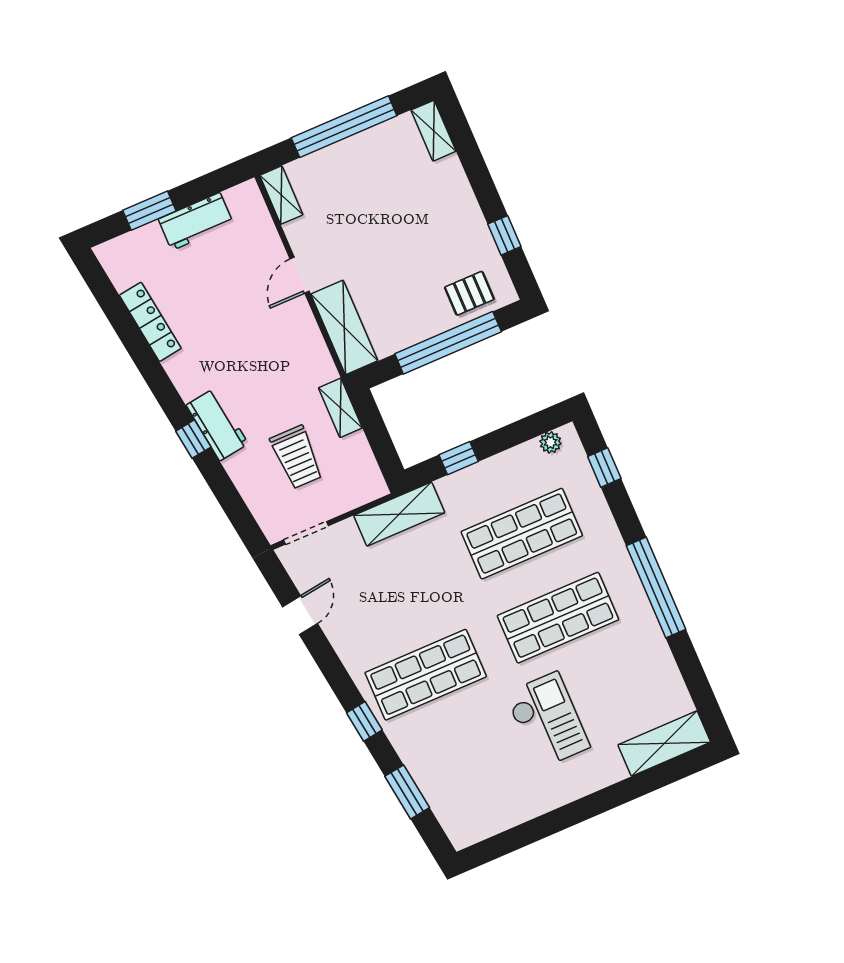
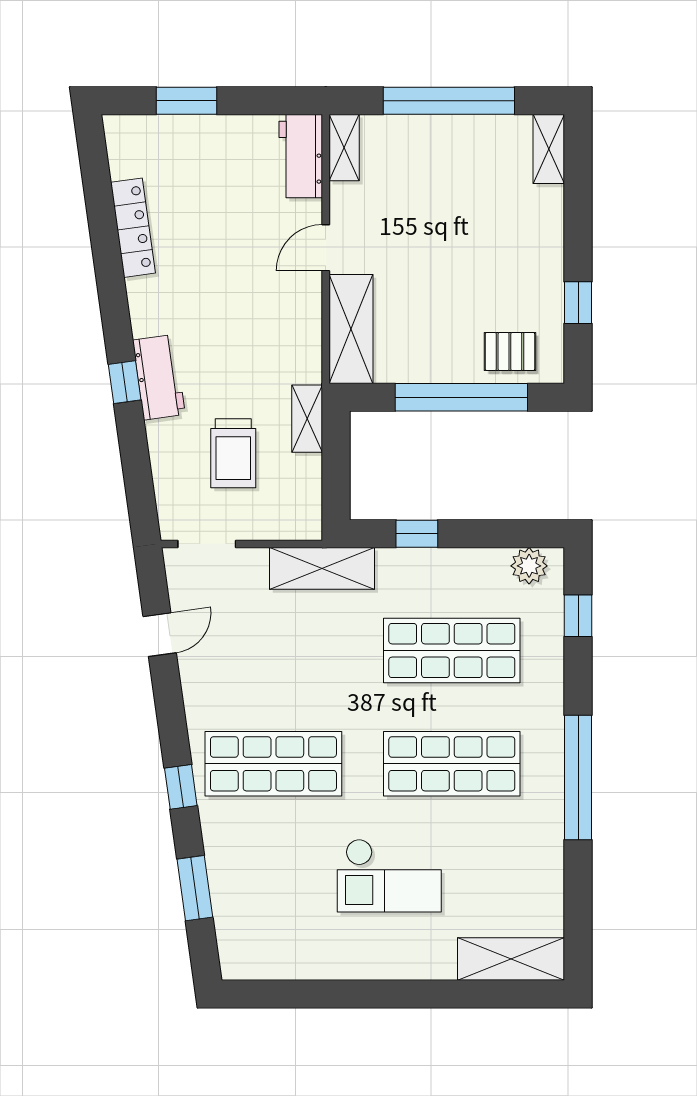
workbench: (196, 221) -> (301, 156), moved, turned 90
plant: (550, 442) -> (529, 566), width x1.38, depth x1.38
checkout: (547, 720) -> (389, 875), turned 90

